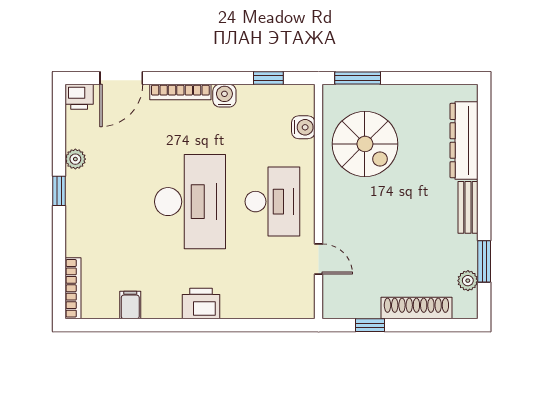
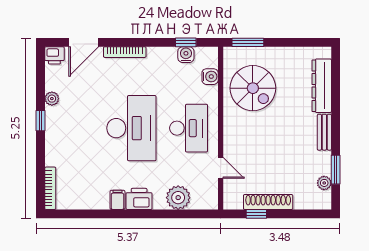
water cooler: (224, 96) -> (186, 55), moved
plant: (257, 302) -> (178, 198), added
filing cabinet: (130, 305) -> (117, 200), moved
shoe rack: (416, 308) -> (268, 202), moved

